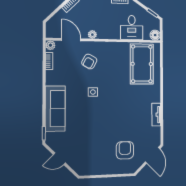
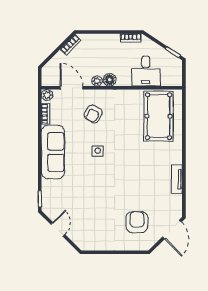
floor lamp: (155, 35) -> (110, 80), moved
sofa: (55, 109) -> (53, 152), moved
door: (59, 159) -> (58, 229), swing flipped

